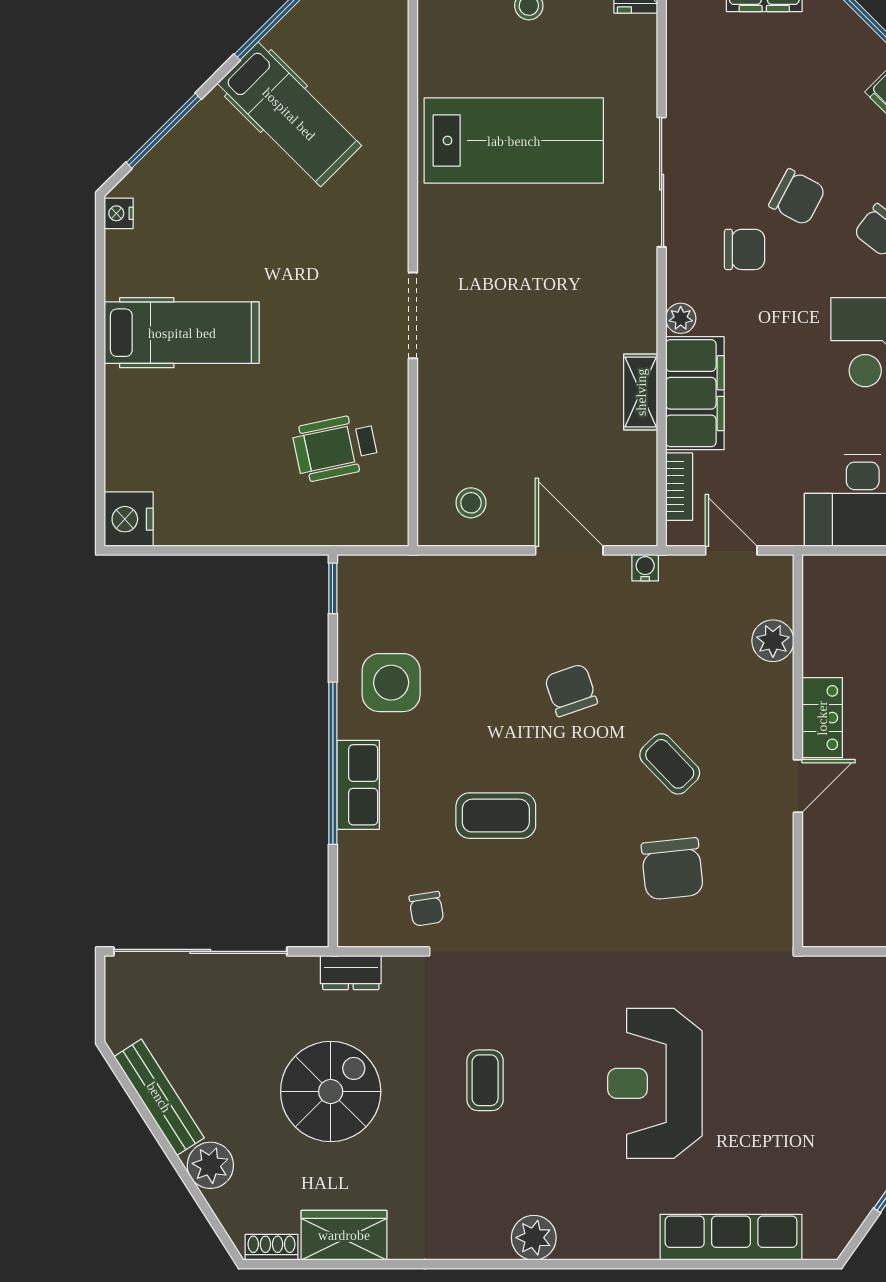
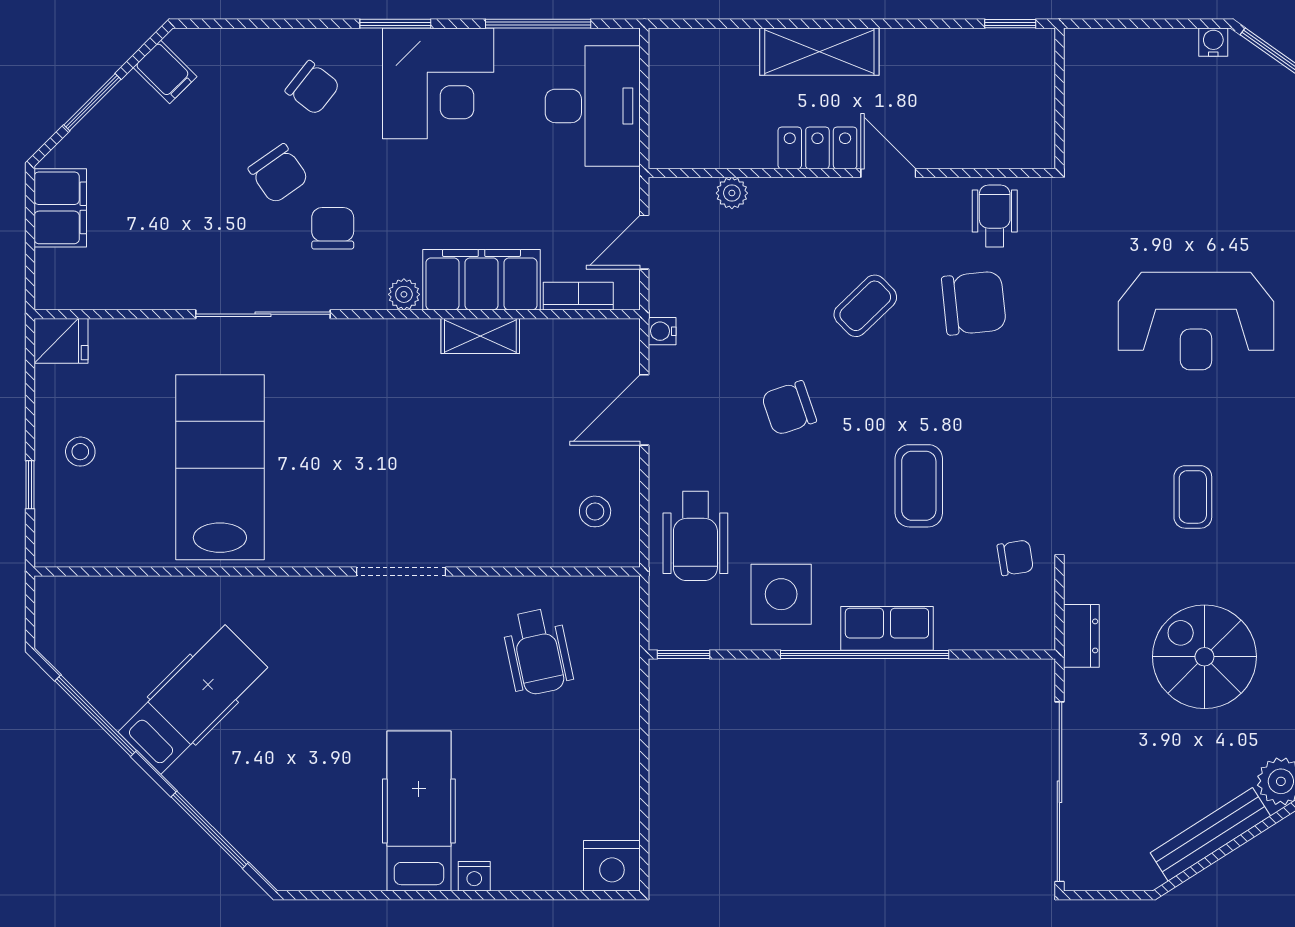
chair: (797, 197) -> (278, 174), turned 117
nightstand: (119, 213) -> (474, 876), moved
wheelchair: (447, 600) -> (695, 536), added
plant: (773, 641) -> (732, 193), width x0.73, depth x0.73
wheelchair: (756, 889) -> (995, 216), added
coffee table: (485, 1080) -> (1193, 497), turned 90

